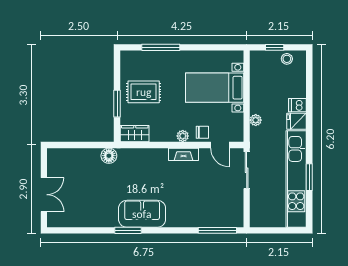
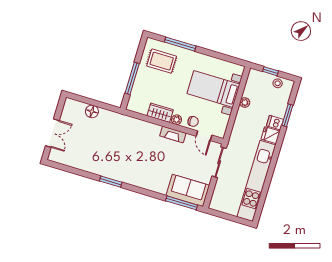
rug: (144, 92) -> (162, 61), moved
window: (117, 104) -> (132, 78), width x1.44
plant: (256, 120) -> (245, 103), moved
wardrobe: (135, 134) -> (160, 113), moved
floor lamp: (109, 156) -> (92, 111), moved
window: (309, 177) -> (287, 115), moved
sofa: (142, 214) -> (188, 190), moved

